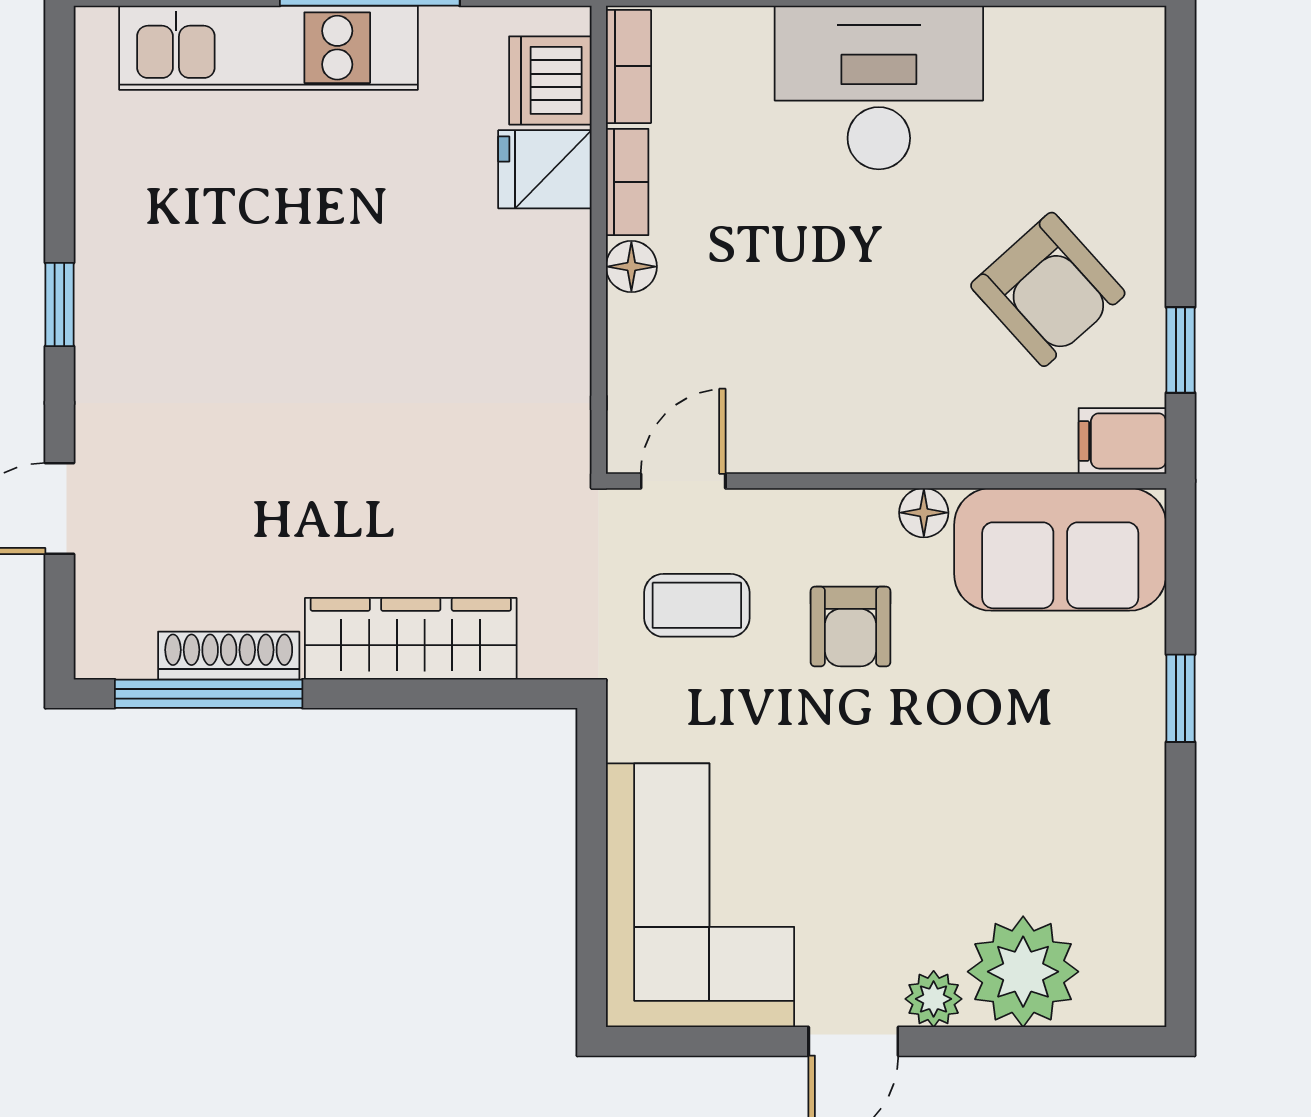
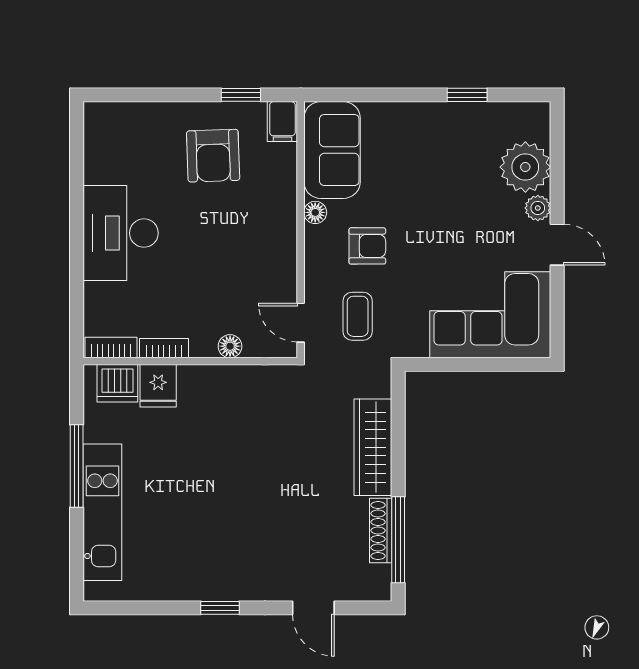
floor lamp: (631, 267) -> (230, 346), moved
armchair: (1048, 289) -> (213, 156), turned 130
window: (1181, 698) -> (467, 95), moved

